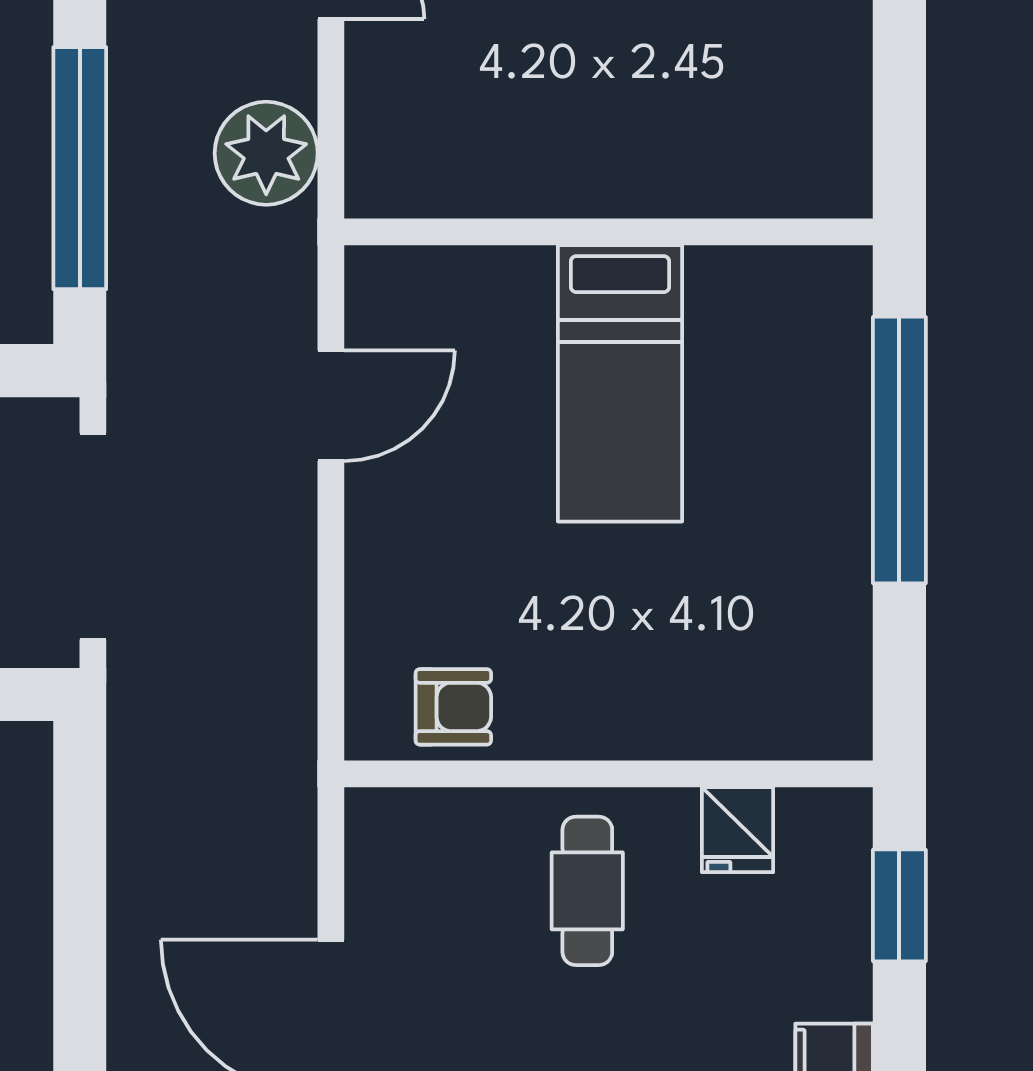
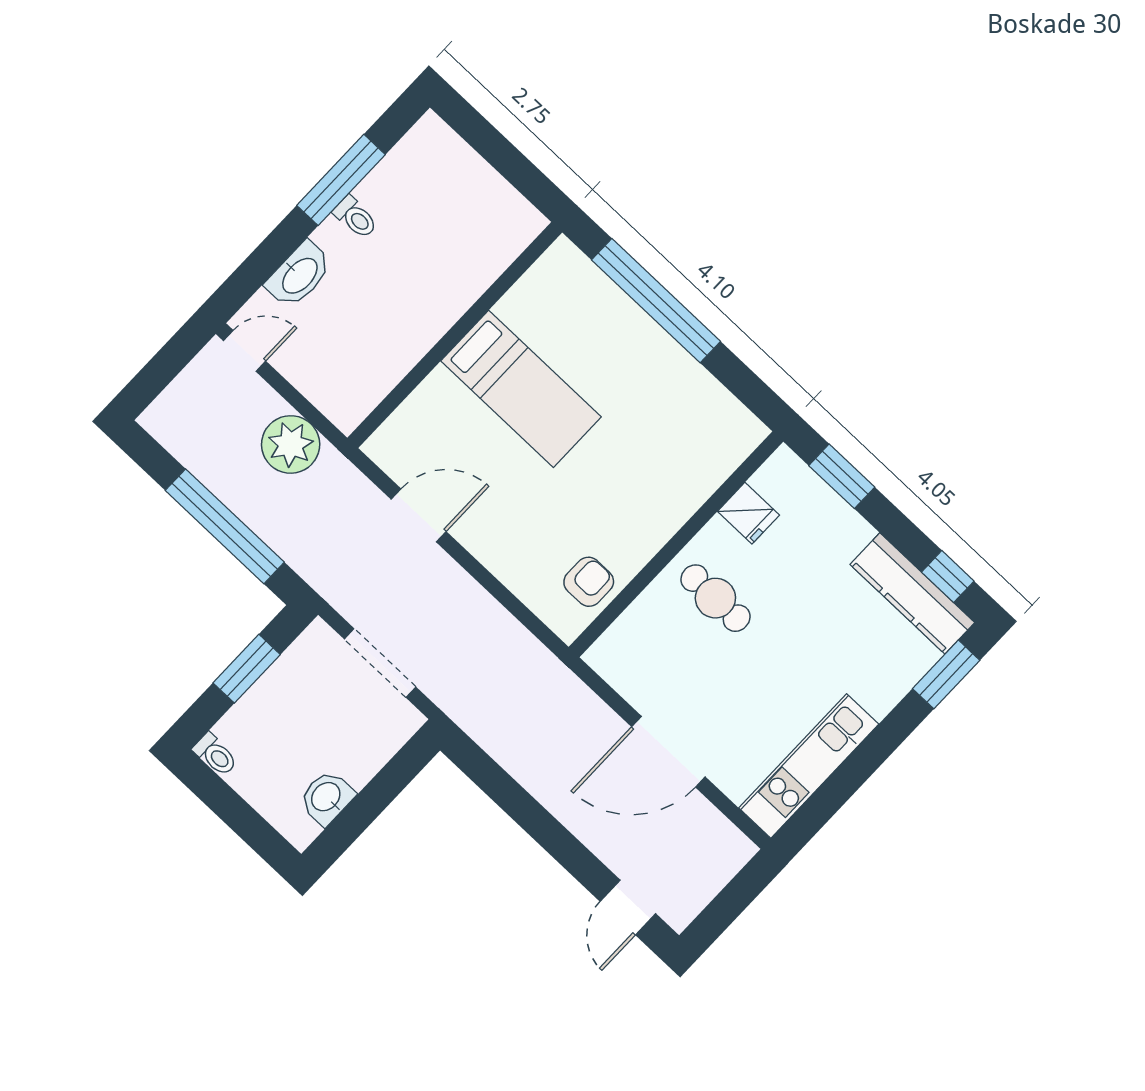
door: (331, 406) -> (419, 515), hinge flipped
doorway: (93, 536) -> (380, 663), width x0.73

